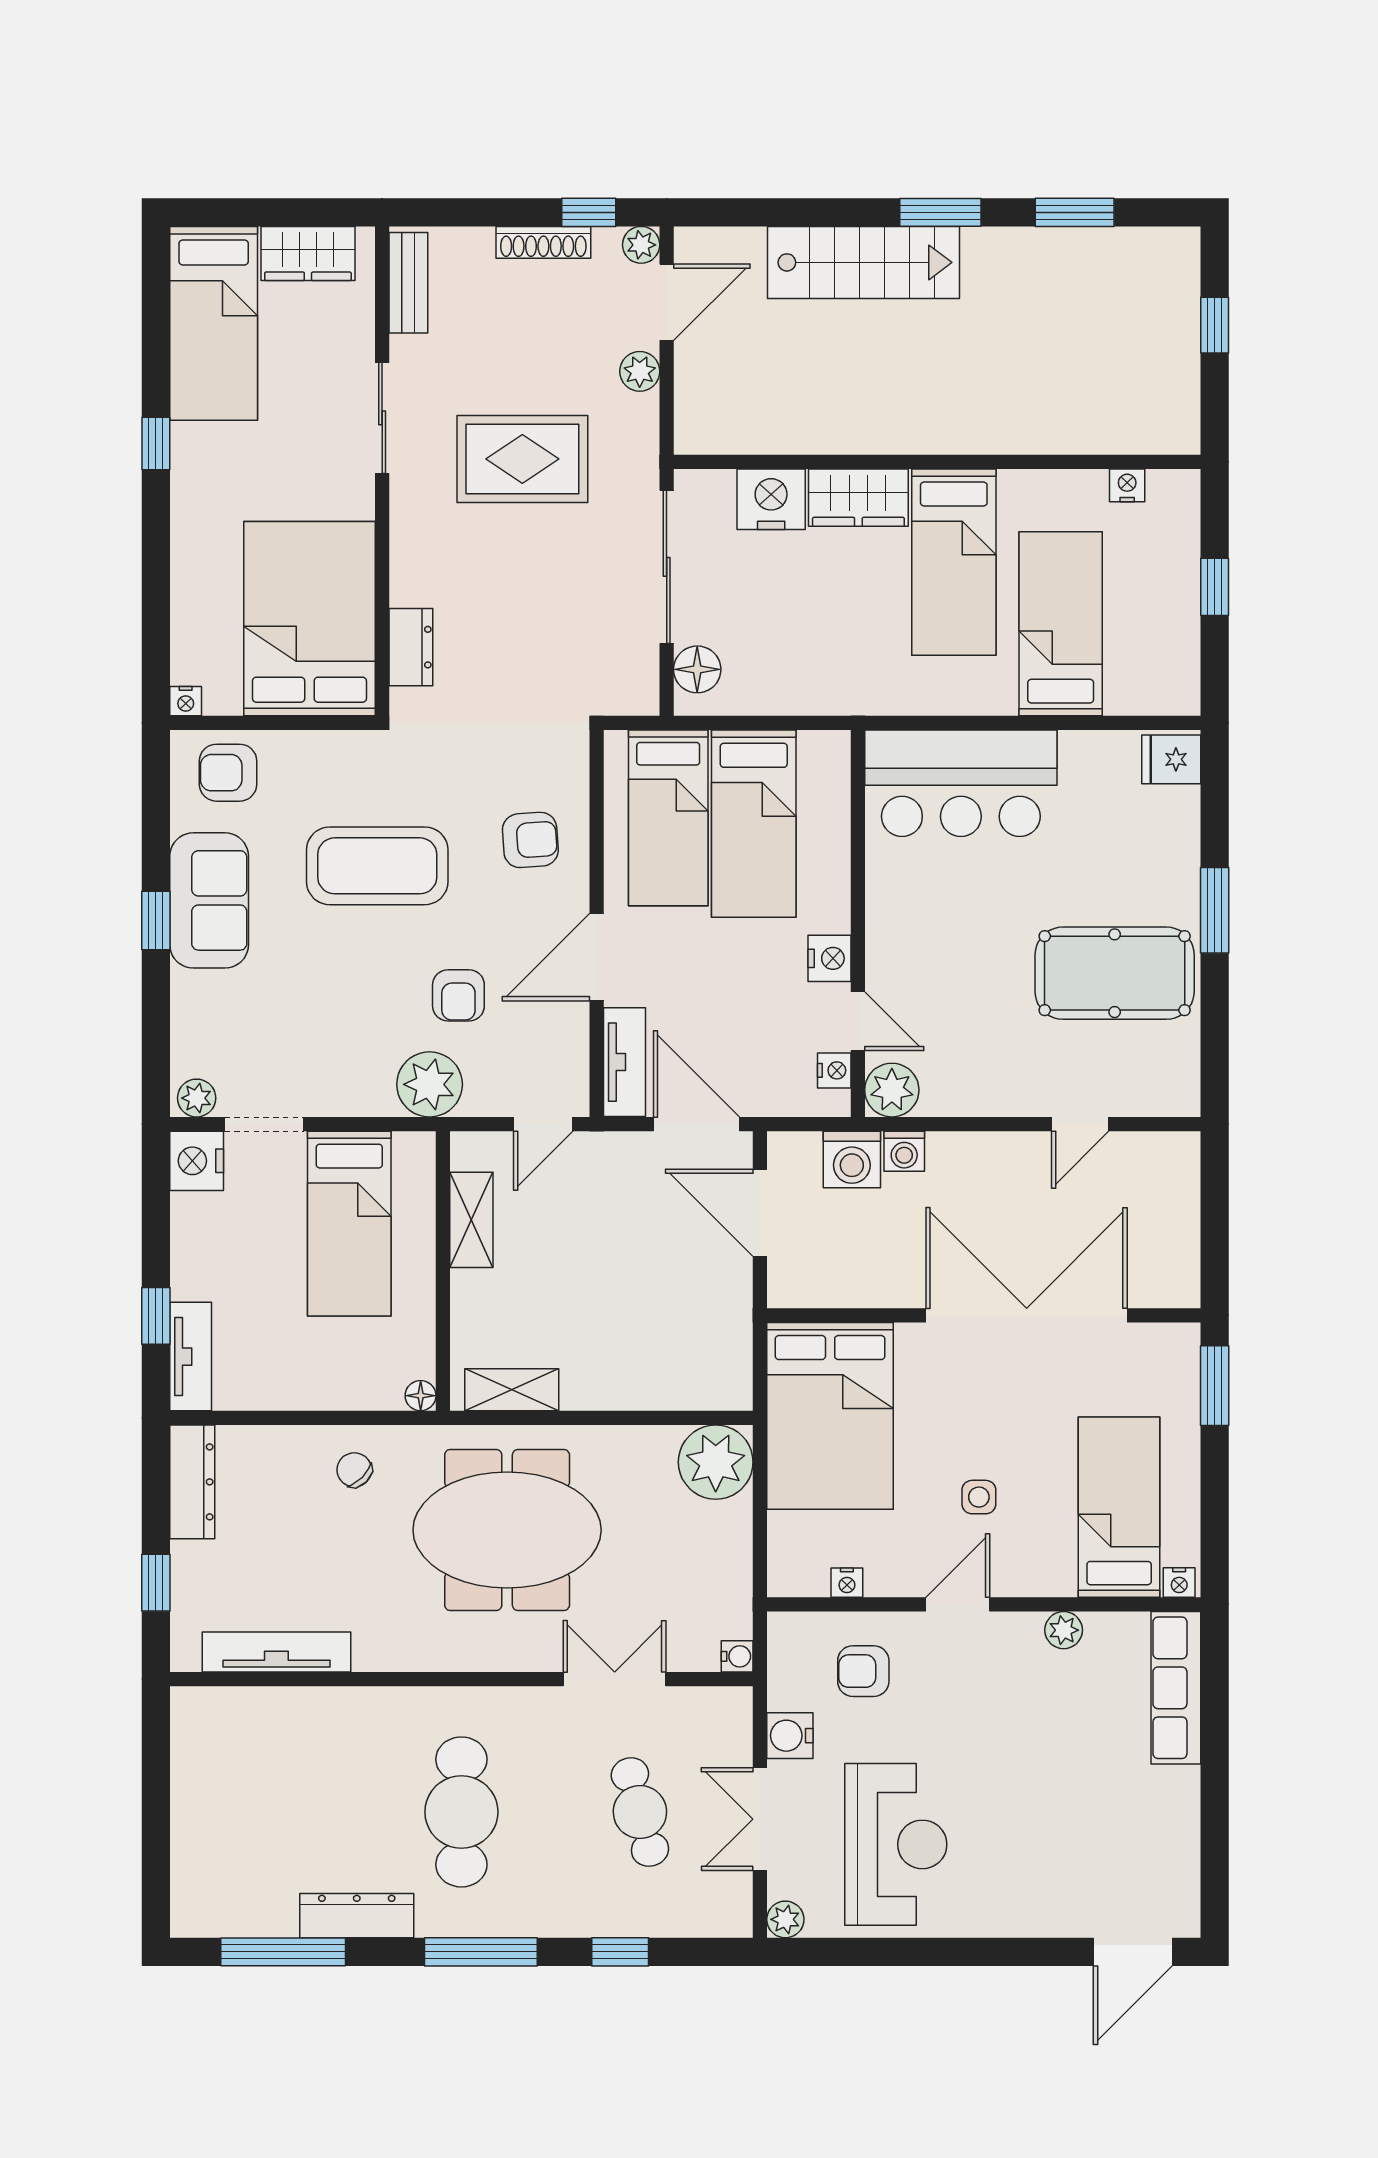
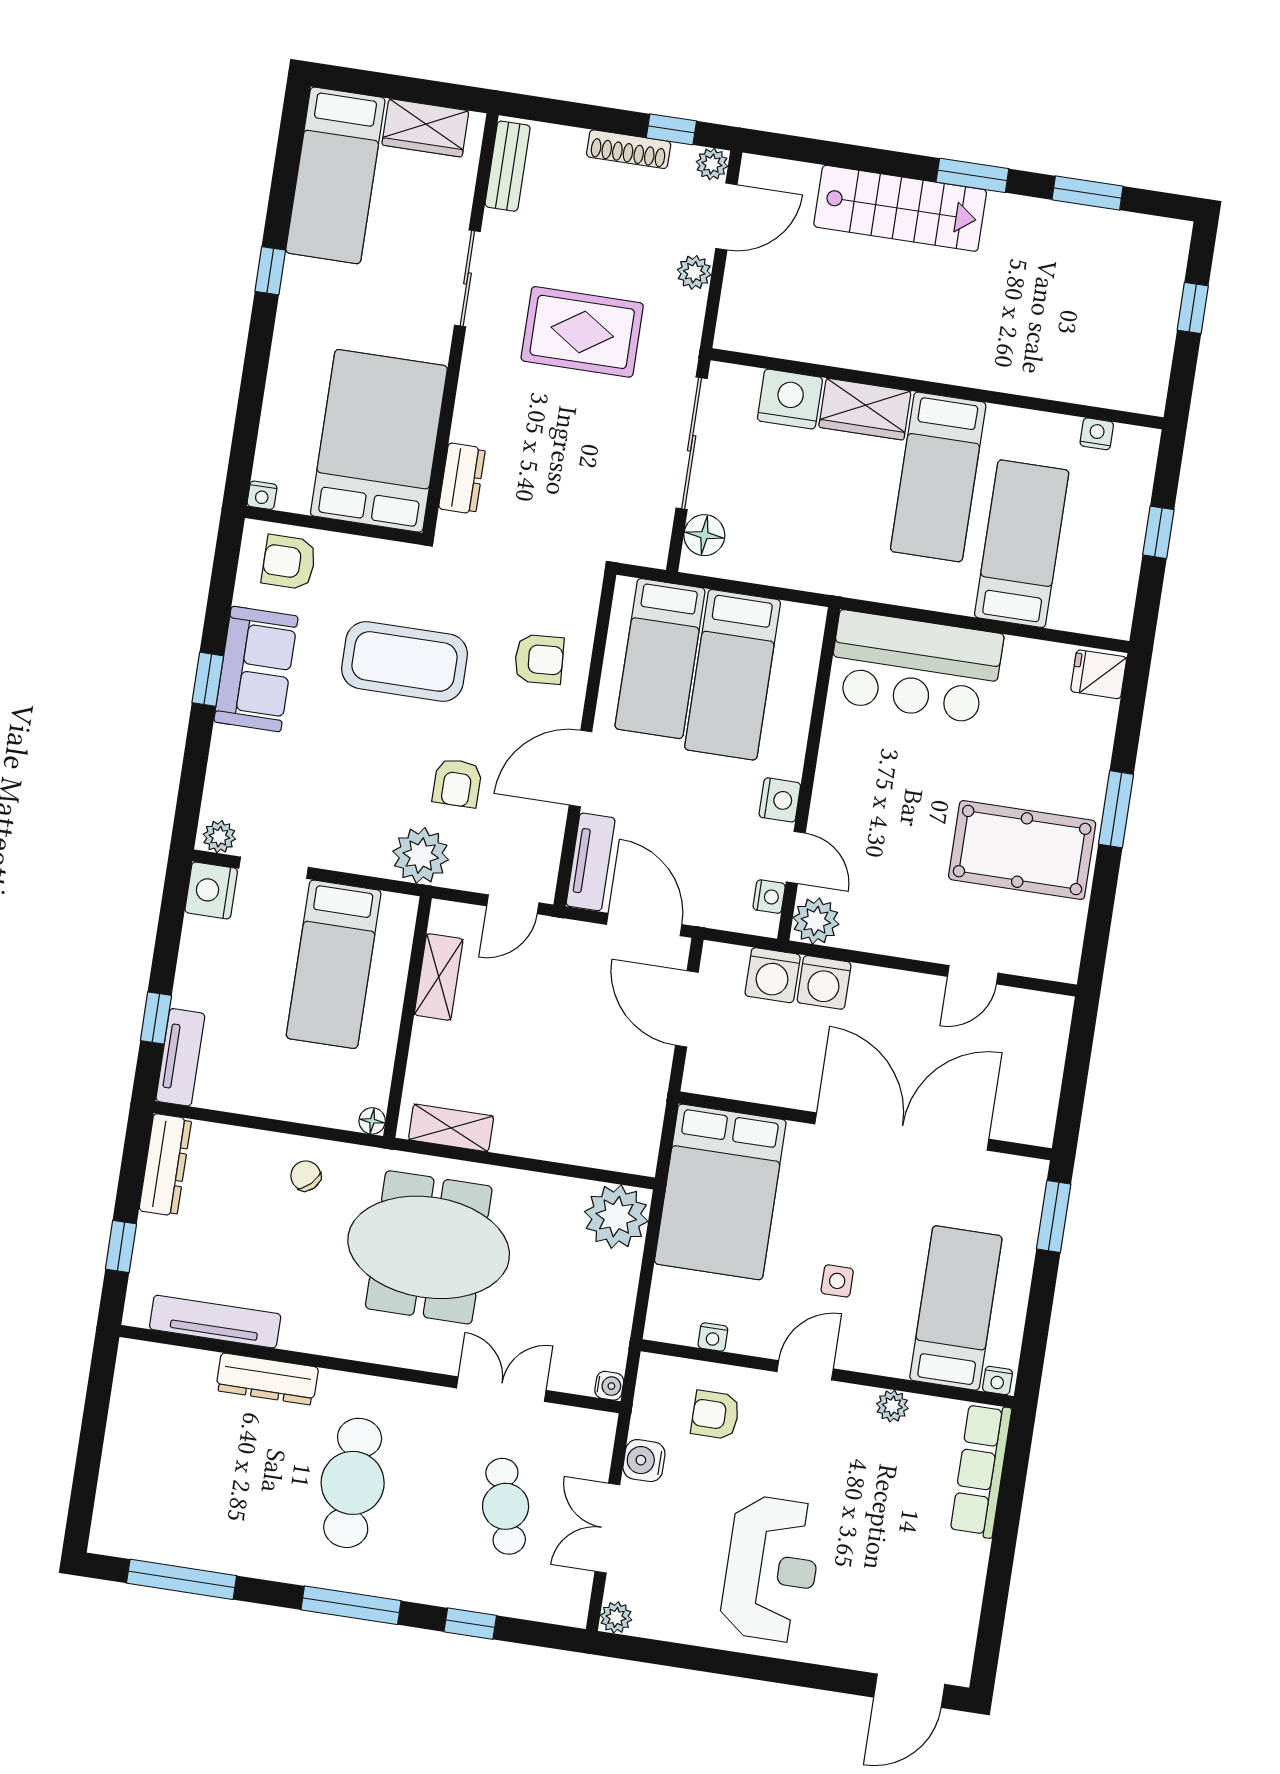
washing machine: (904, 1151) -> (824, 982), width x1.38, depth x1.38
reception desk: (896, 1844) -> (771, 1569), moved
dresser: (357, 1916) -> (267, 1379), moved, turned 180

